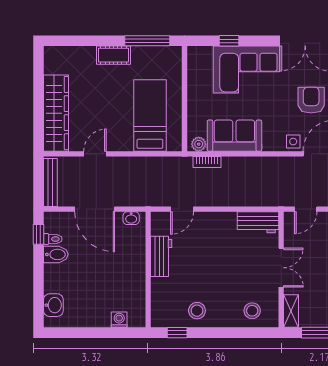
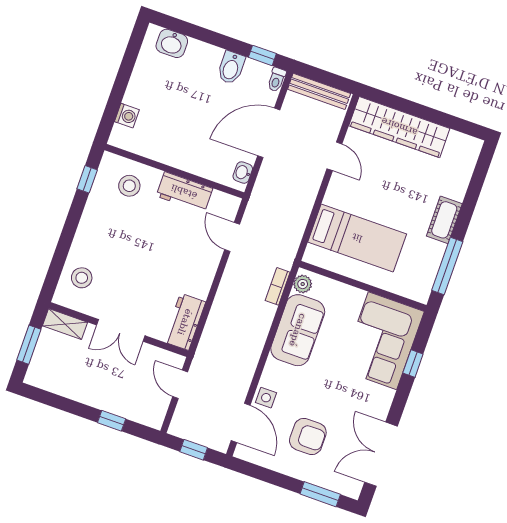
corner sofa: (246, 69) -> (383, 341), moved
toilet: (53, 239) -> (277, 80), moved
stool: (197, 311) -> (129, 186), moved

